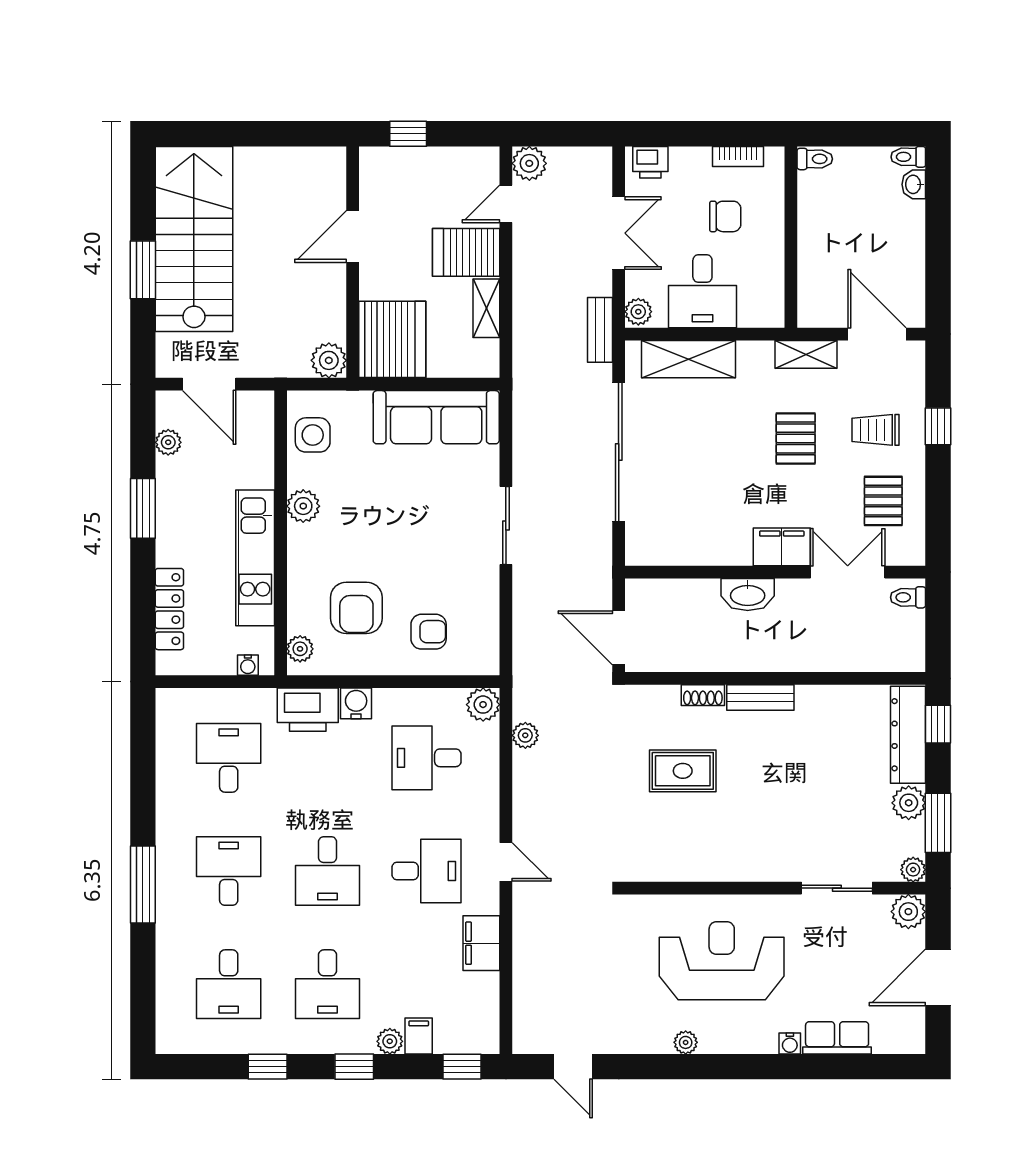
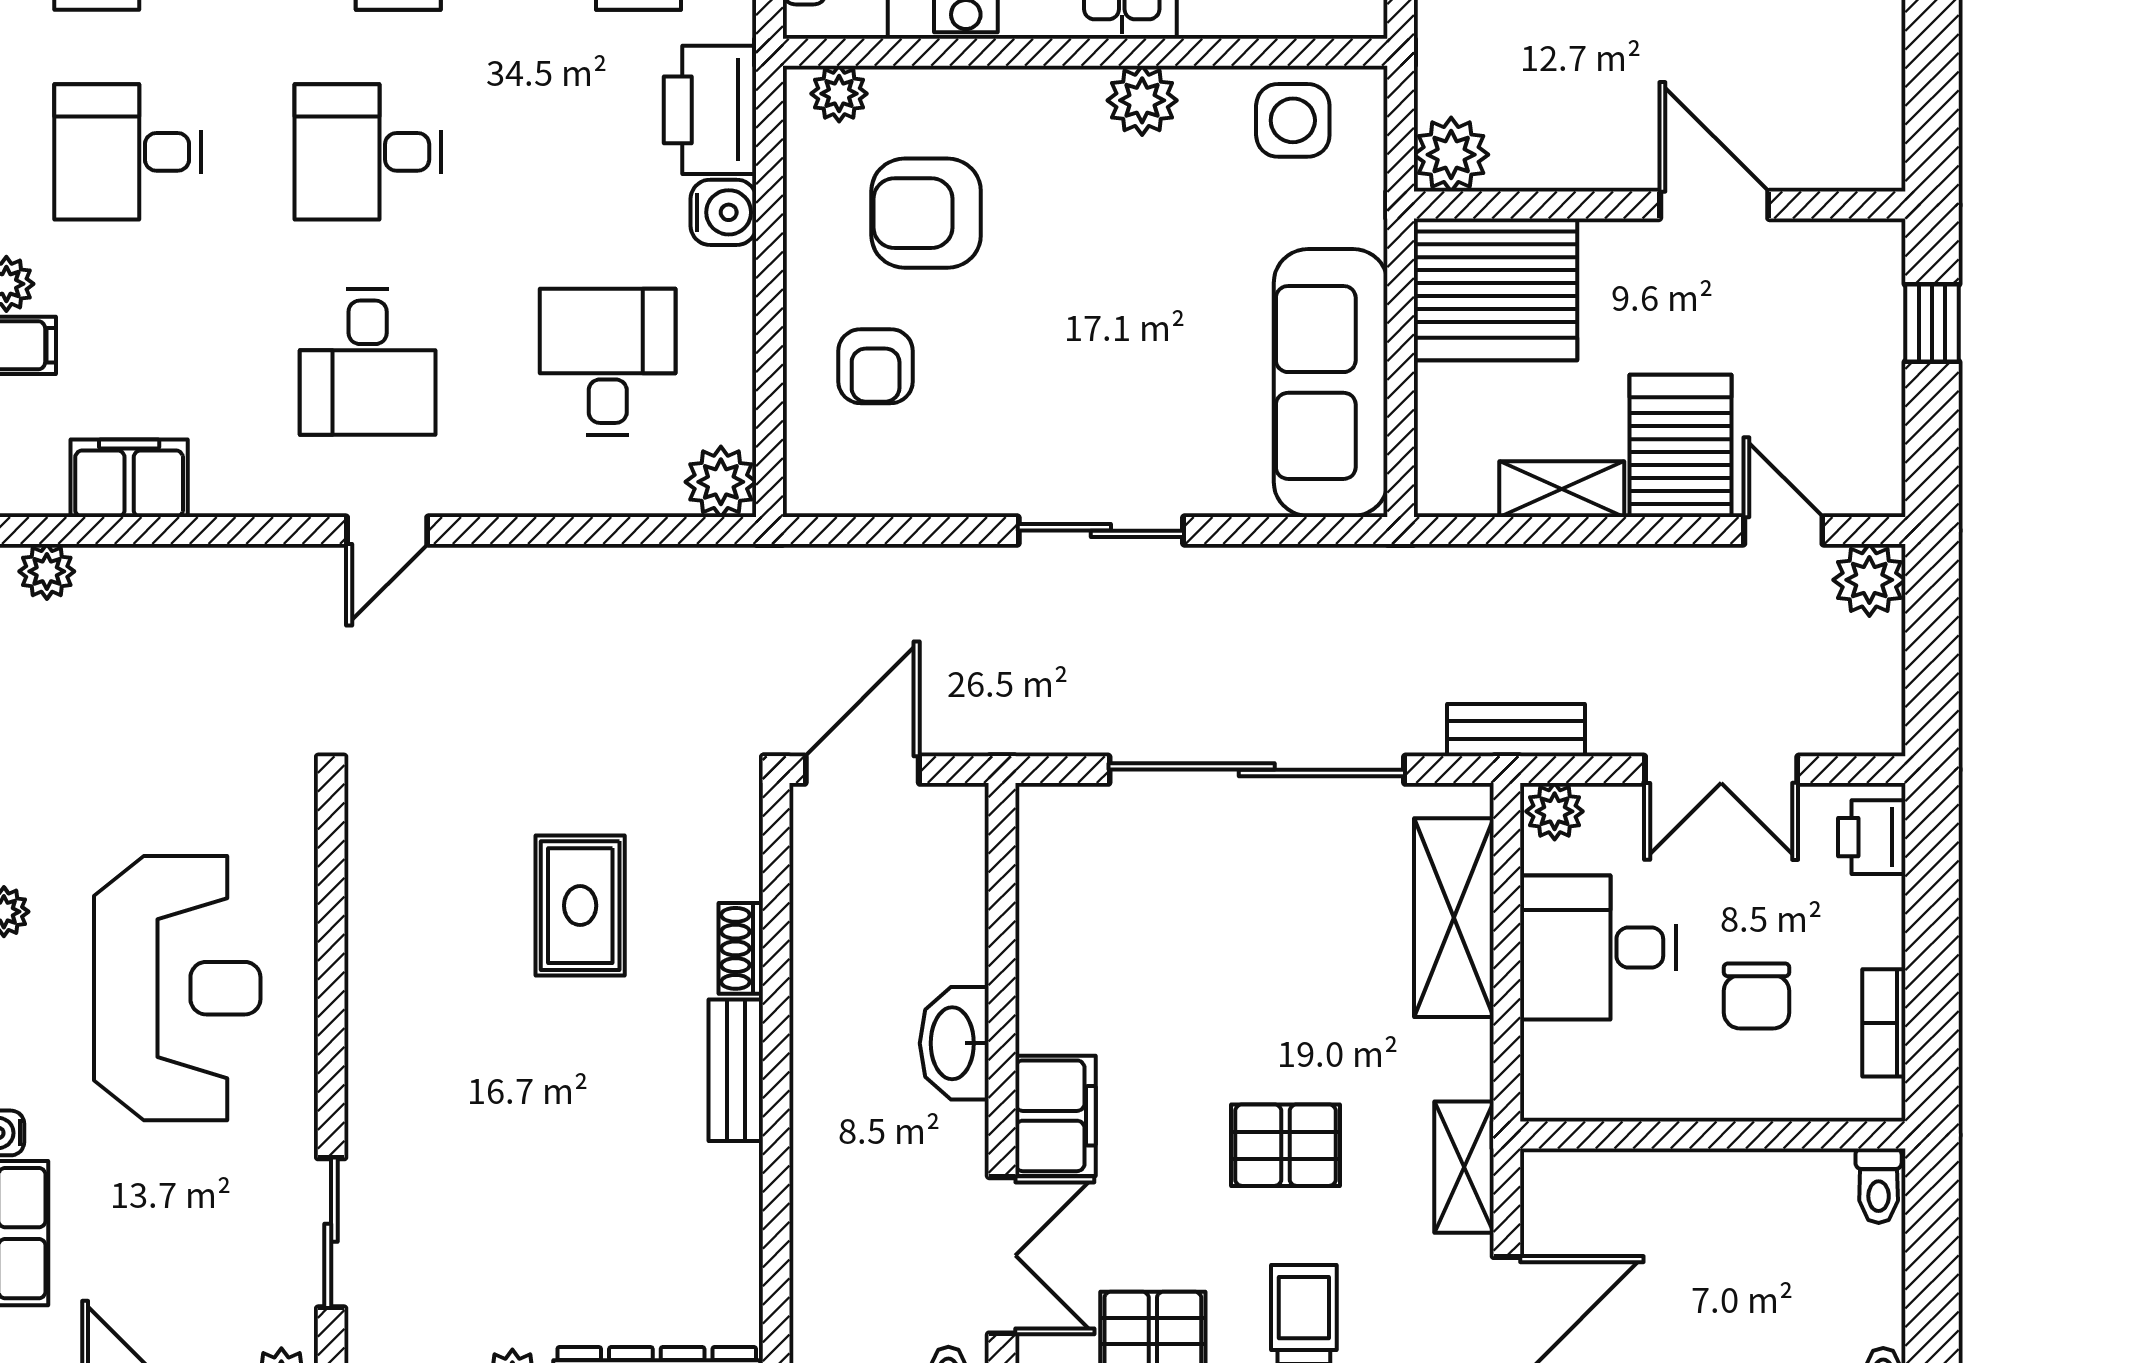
plant: (525, 735) -> (47, 571), moved
filing cabinet: (481, 943) -> (129, 478), moved

